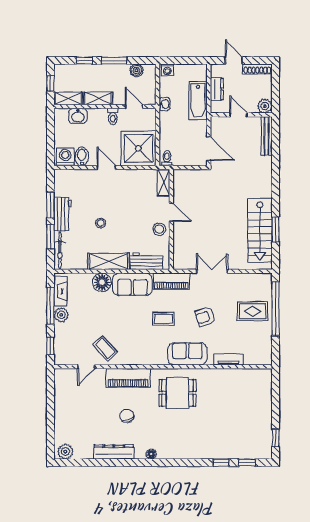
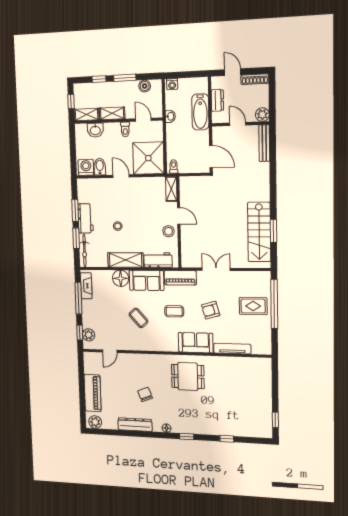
plant: (61, 315) -> (89, 335), moved
coffee table: (105, 348) -> (138, 318), moved
tv unit: (229, 359) -> (232, 349), width x1.41
piano: (128, 378) -> (93, 393), moved, turned -90
window: (247, 463) -> (187, 436), moved

